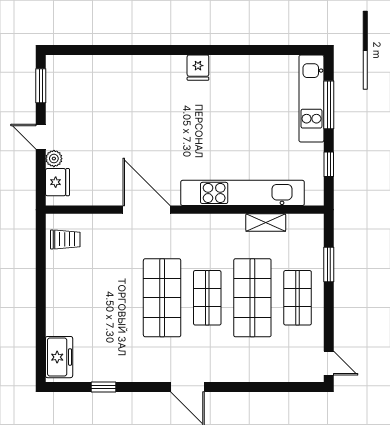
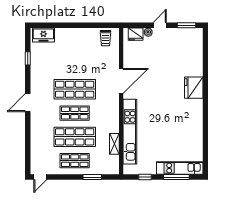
fridge: (198, 68) -> (194, 88), moved, width x1.88, depth x1.34

